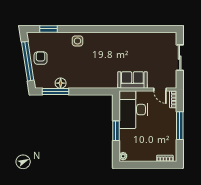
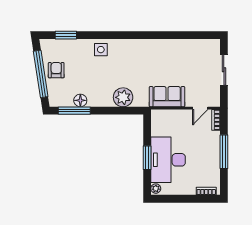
plant: (96, 81) -> (123, 97), added
door: (160, 90) -> (200, 108), hinge flipped
desk: (133, 110) -> (168, 160), moved

